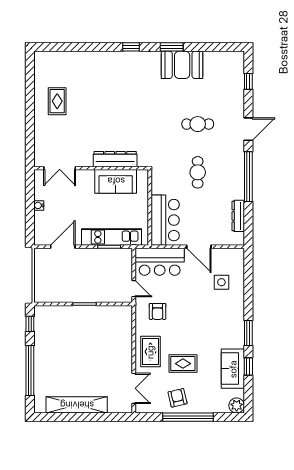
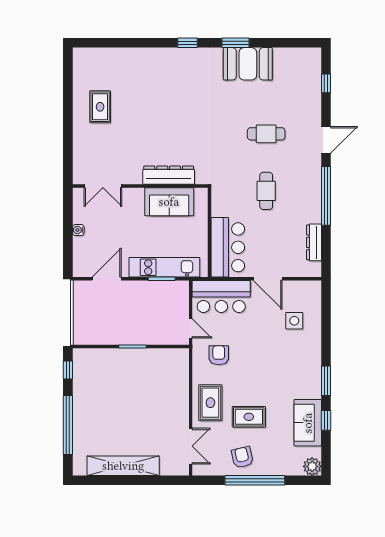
armchair: (158, 311) -> (219, 355), turned 180

